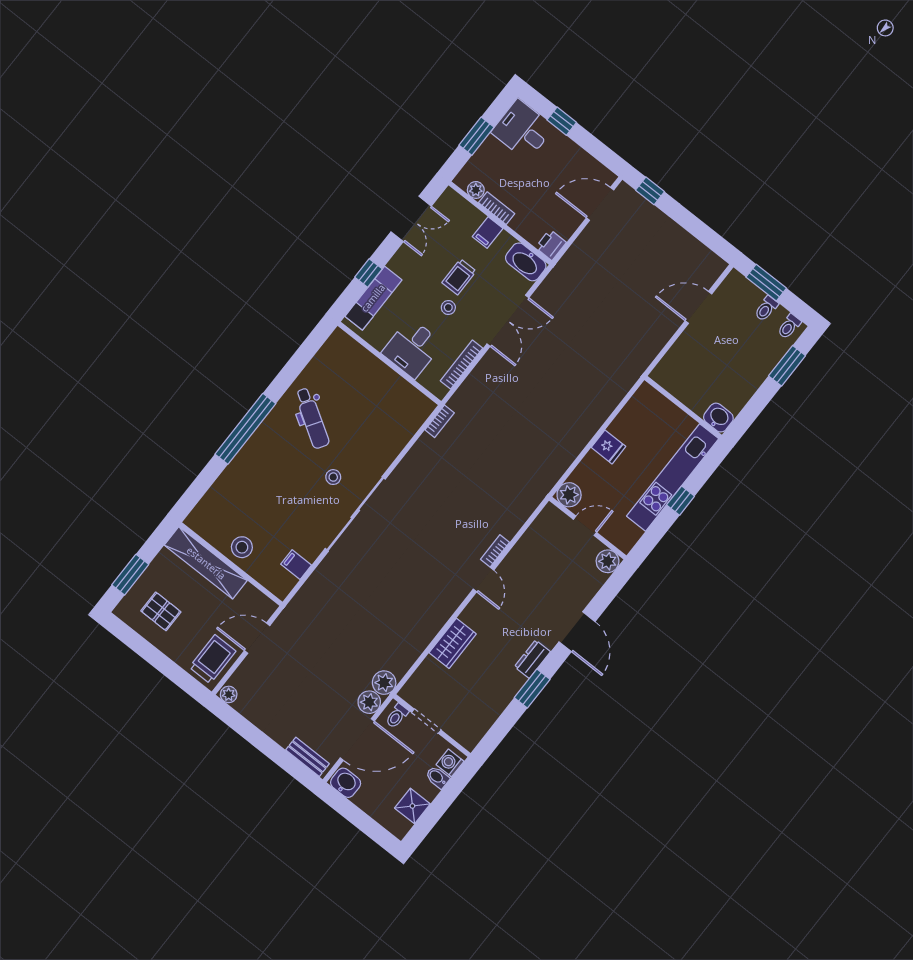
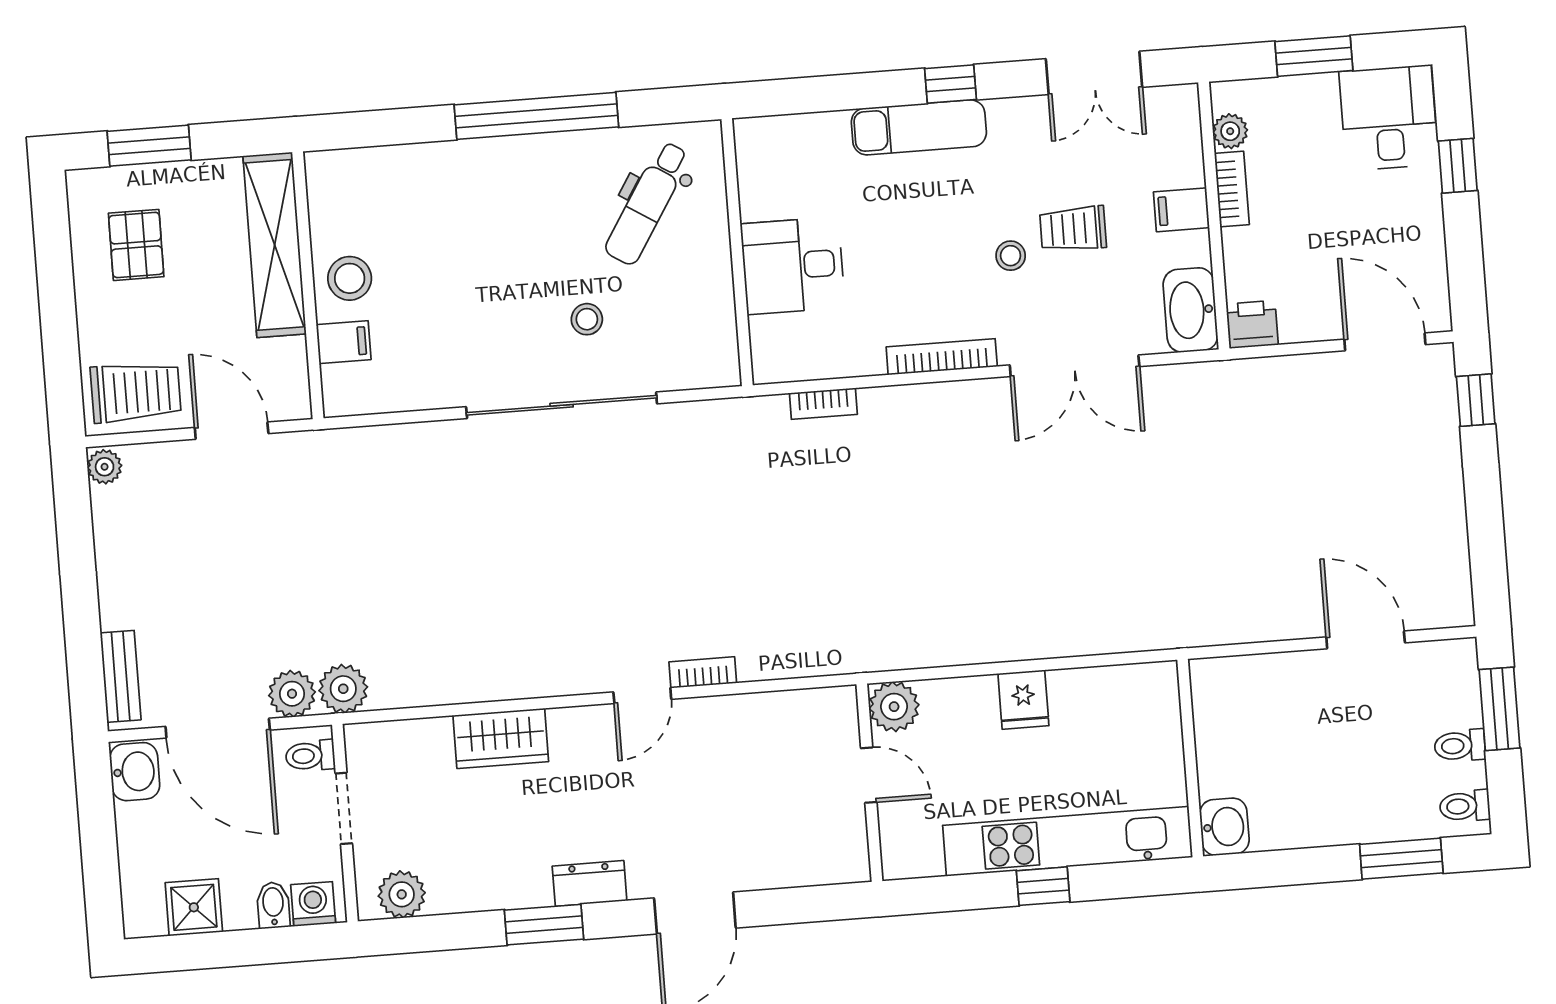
desk: (412, 348) -> (793, 266), moved
wall: (389, 363) -> (737, 252), moved
plant: (608, 561) -> (402, 894), moved
filing cabinet: (296, 565) -> (344, 342), moved, turned 90

